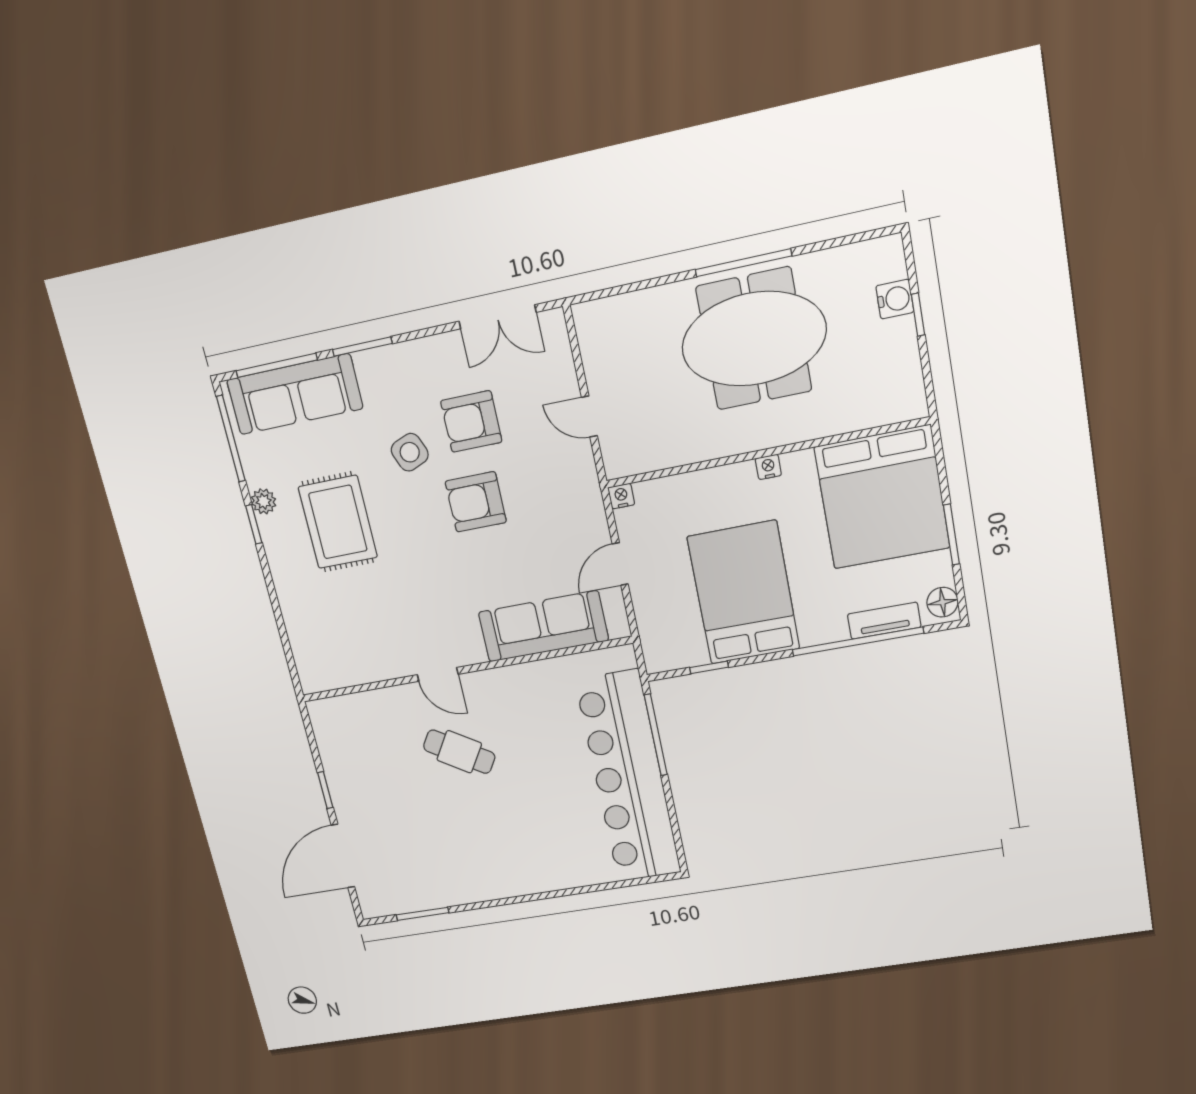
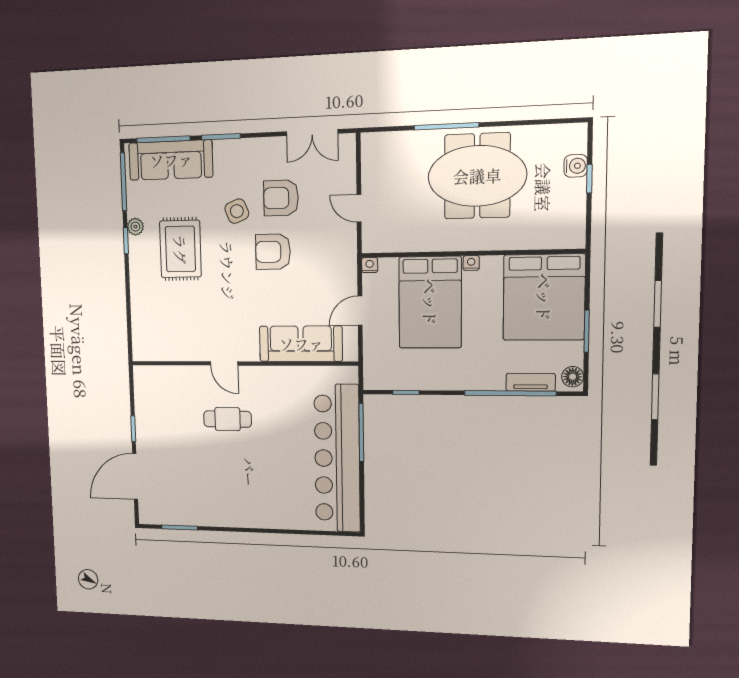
window: (743, 263) -> (446, 126), moved
bed: (744, 593) -> (430, 302), moved, turned 180
cafe table: (459, 752) -> (227, 419), turned -32

